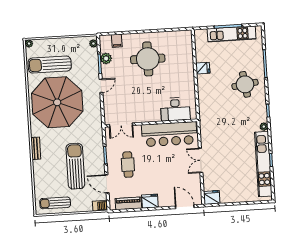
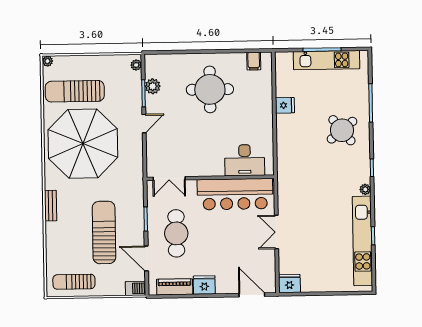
filing cabinet: (117, 41) -> (254, 61), moved
round table: (245, 84) -> (342, 130), turned -31
cafe table: (128, 165) -> (176, 233), width x1.37, depth x1.35

